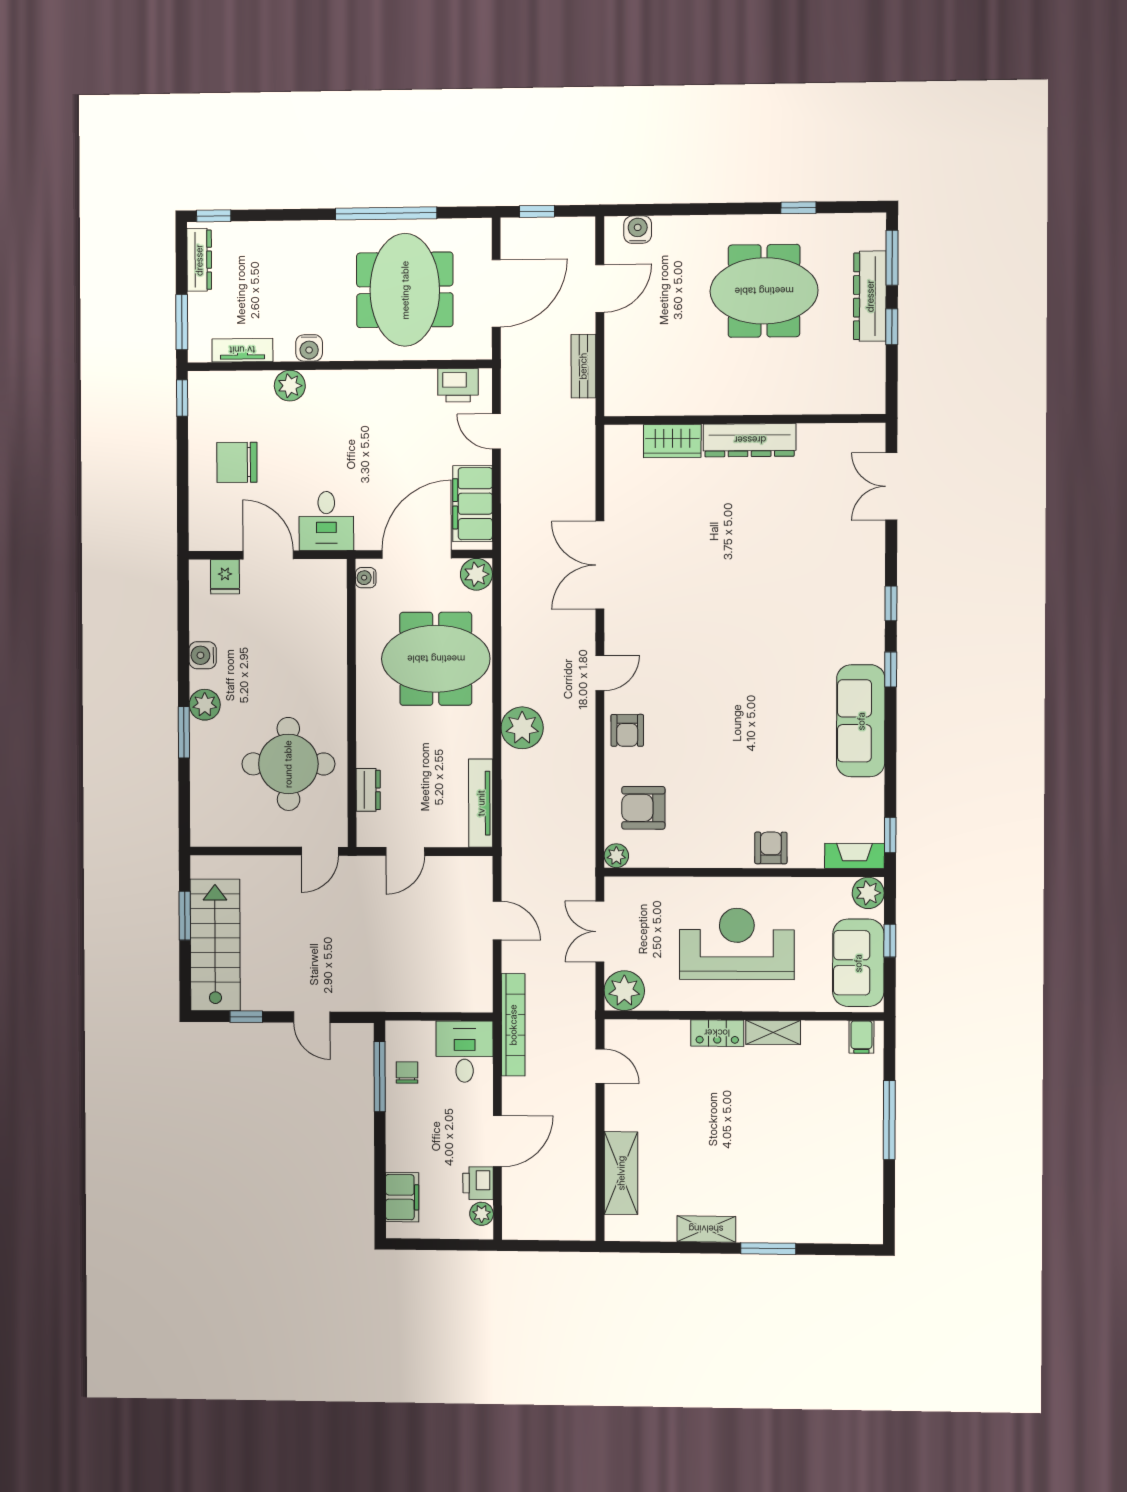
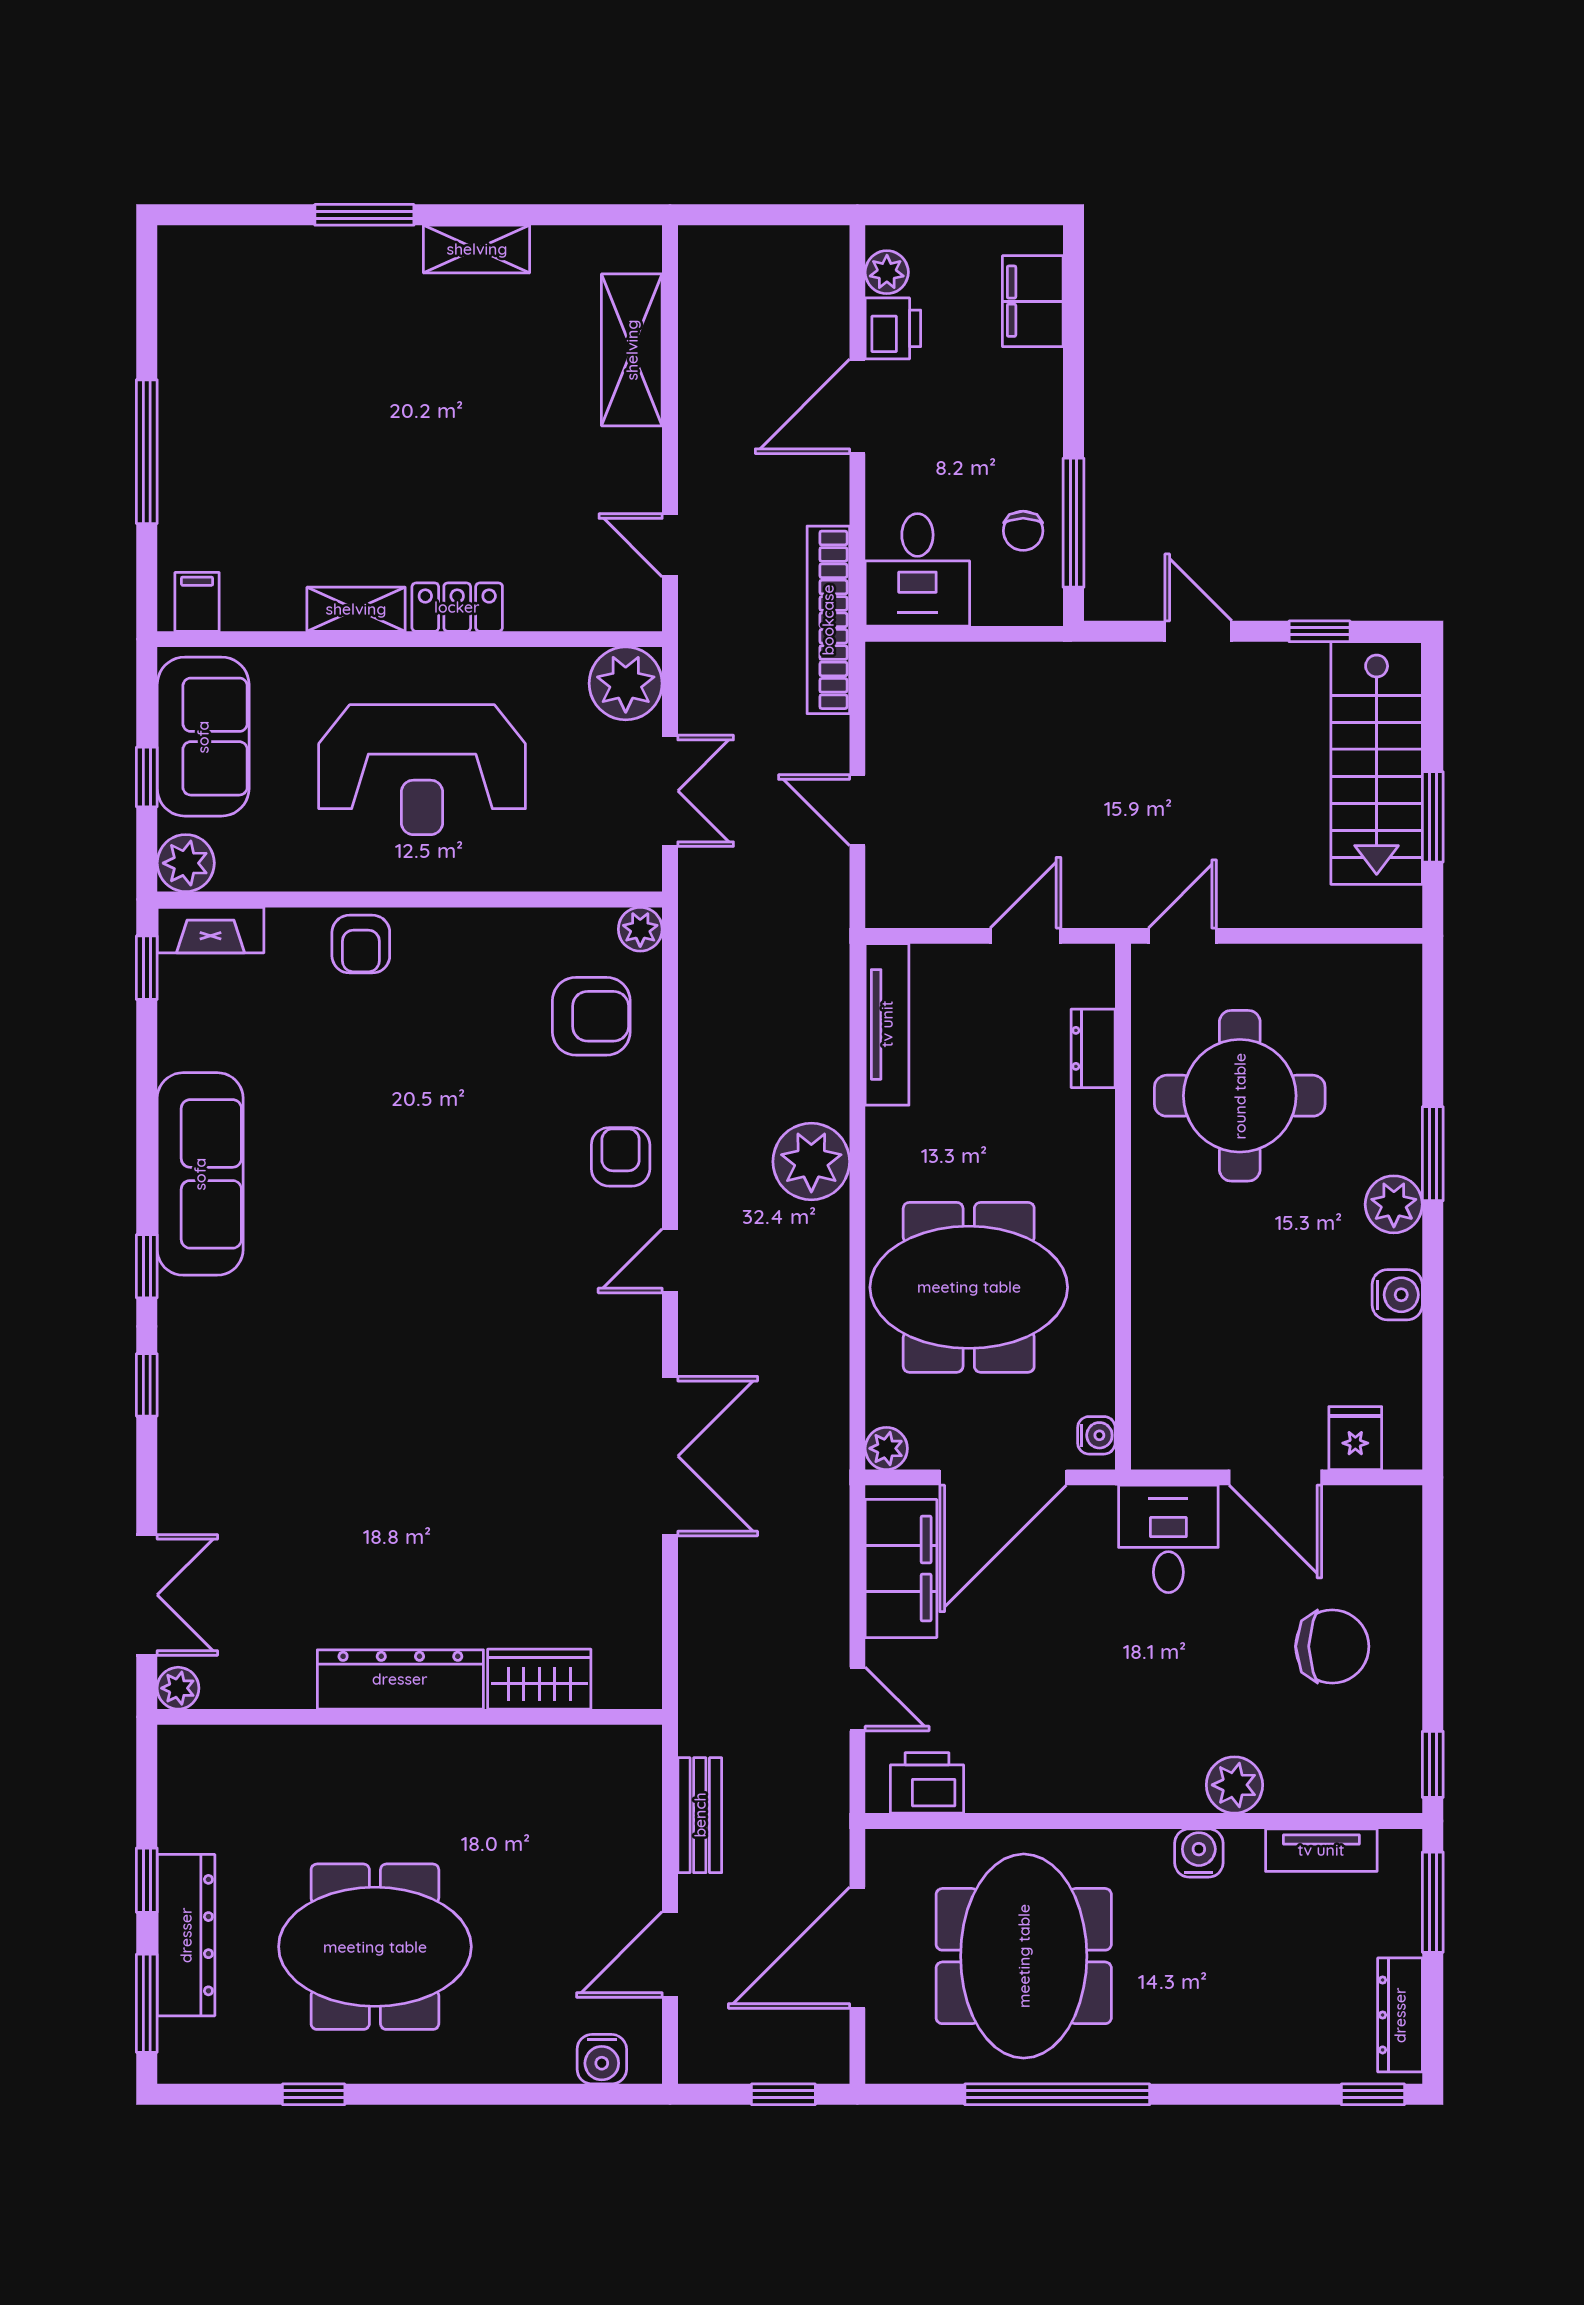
plant: (874, 434) -> (178, 1688), added
plant: (476, 574) -> (886, 1448), width x0.73, depth x0.73

